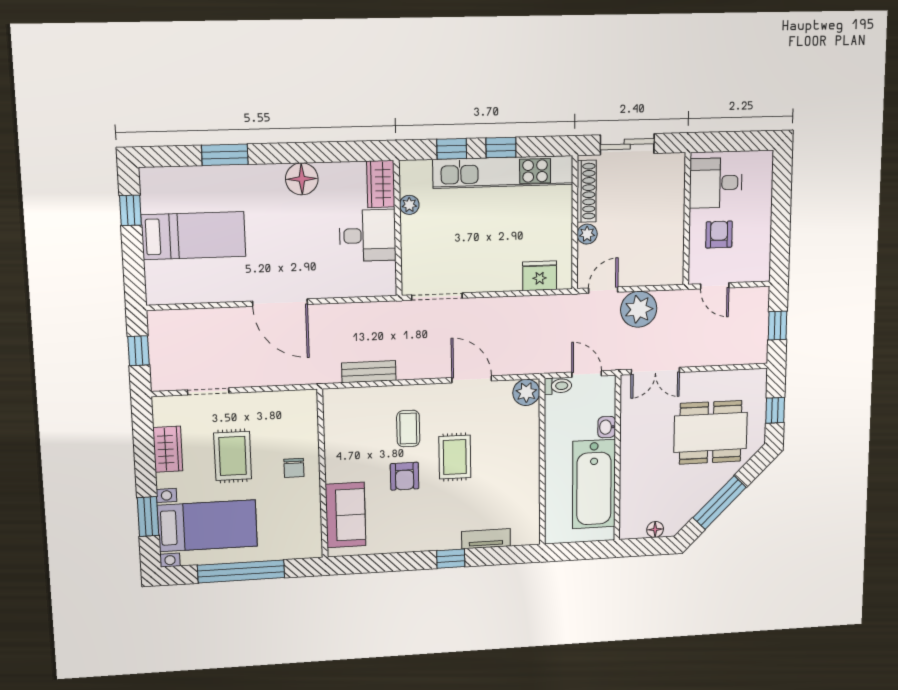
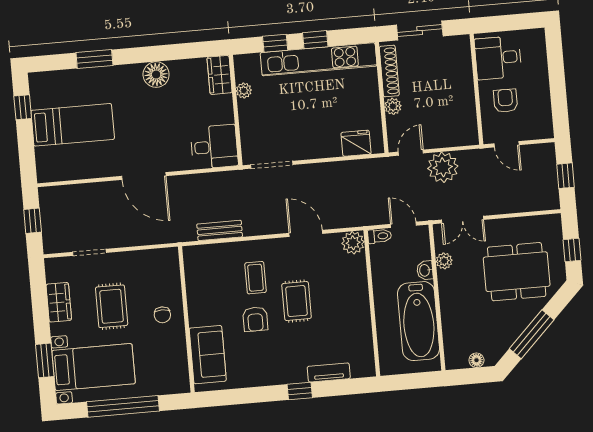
desk: (368, 235) -> (214, 147), moved
plant: (630, 417) -> (444, 261), added

